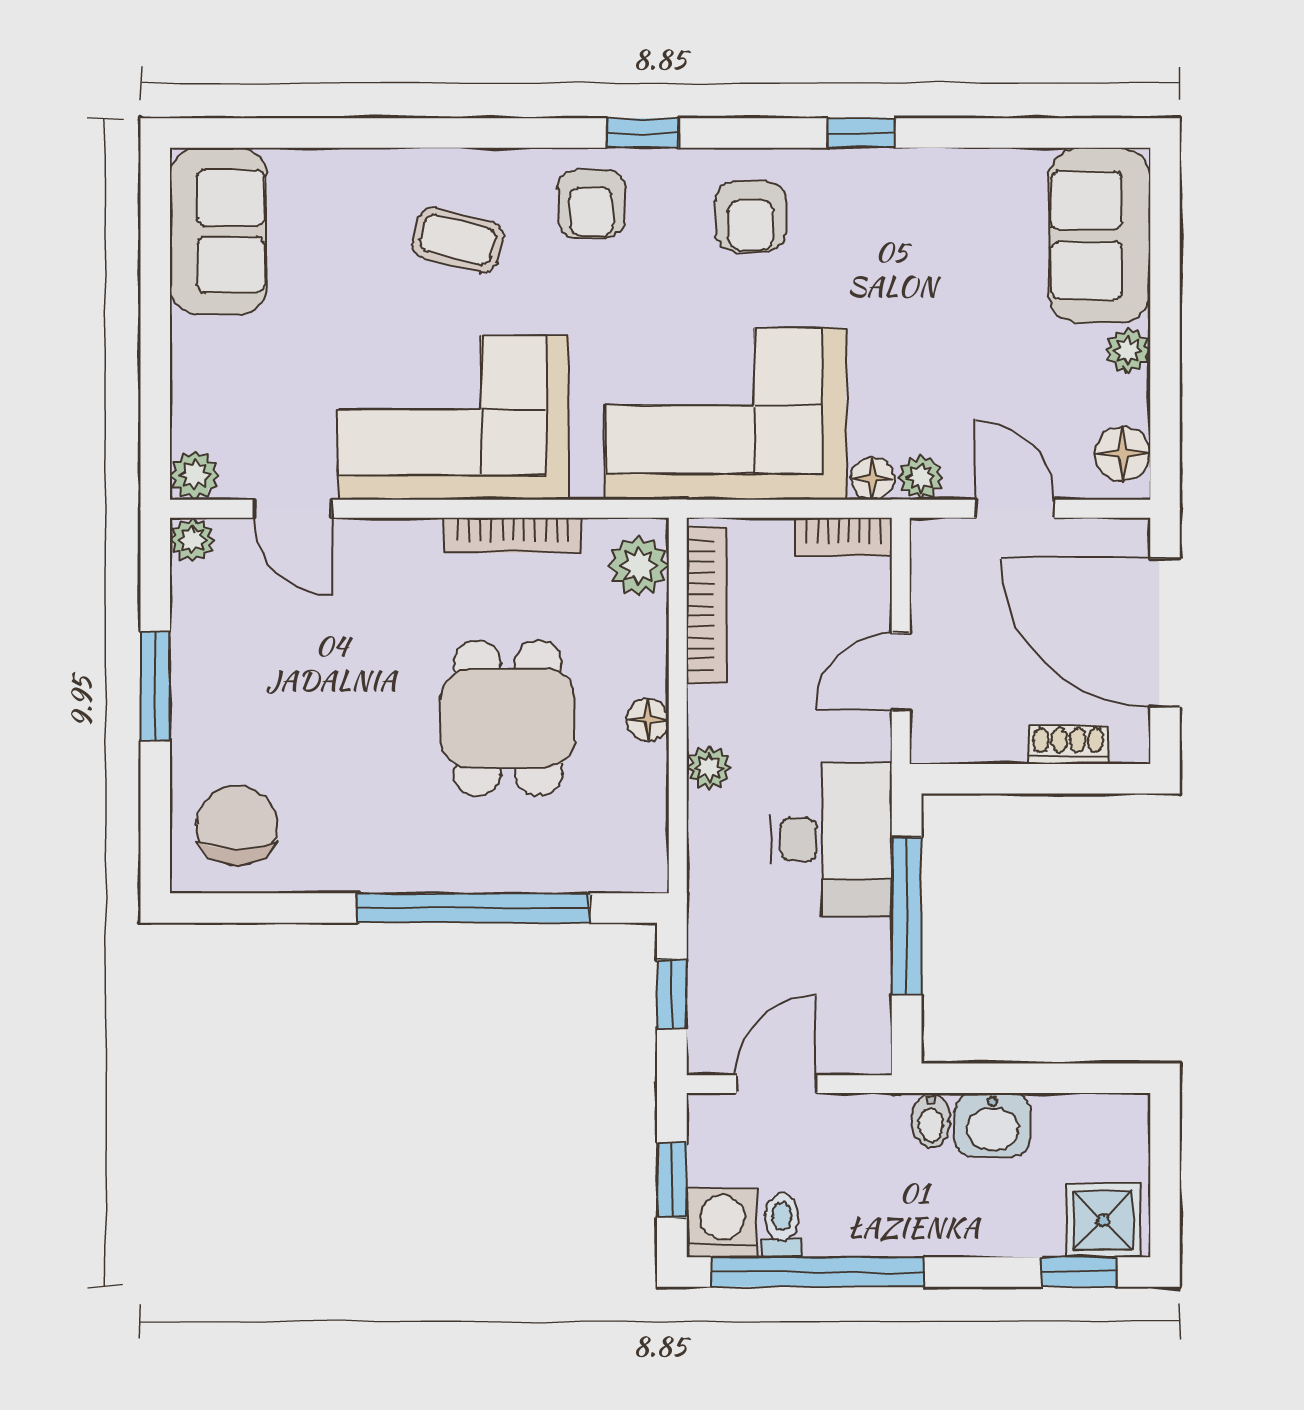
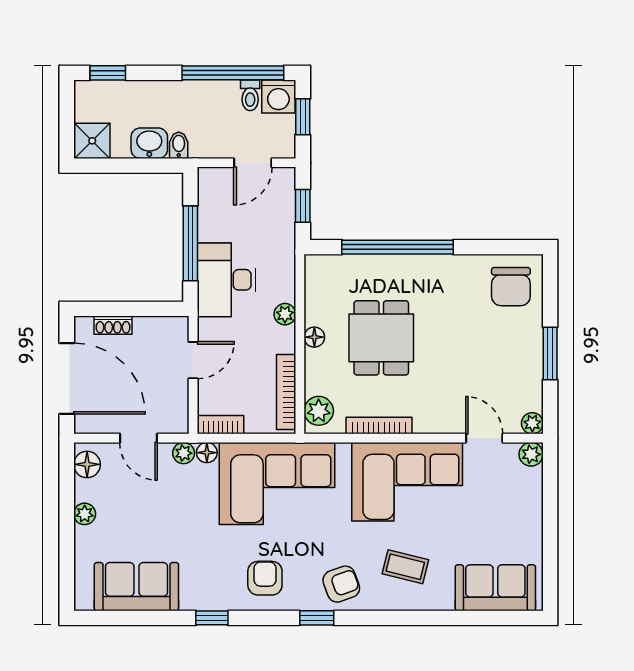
armchair: (591, 204) -> (341, 584), turned 70
sofa: (218, 231) -> (495, 588), moved, turned 90
sofa: (1100, 235) -> (136, 587), moved, turned -90
shower: (1103, 1220) -> (92, 141), moved

